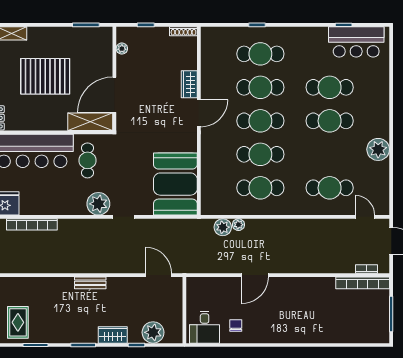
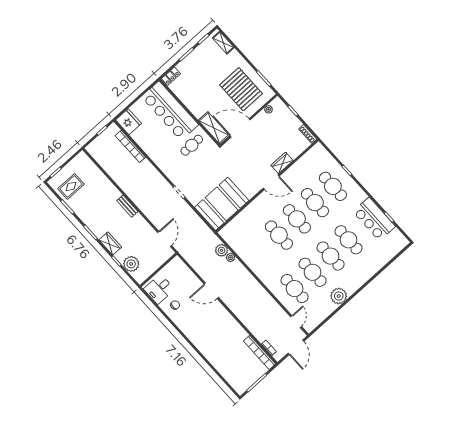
bar counter: (356, 42) -> (374, 219), moved
pallet: (45, 76) -> (241, 89), moved
cafe table: (260, 188) -> (313, 272), moved
plant: (98, 204) -> (174, 172), removed

